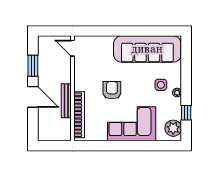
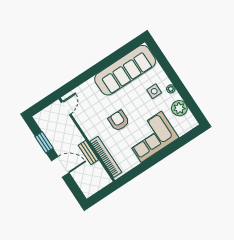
door: (72, 48) -> (66, 108), swing flipped
bench: (66, 101) -> (88, 152), width x0.73
window: (186, 113) -> (188, 100), removed
plant: (173, 128) -> (179, 108), moved

